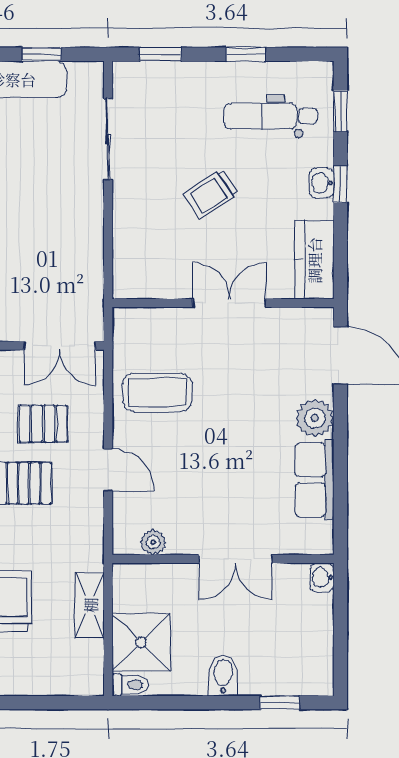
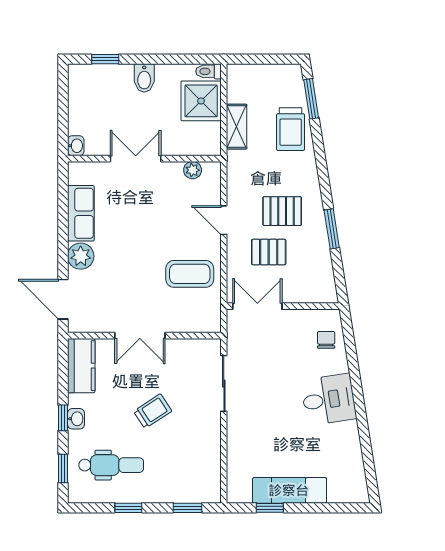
sliding door: (108, 139) -> (224, 383), moved

